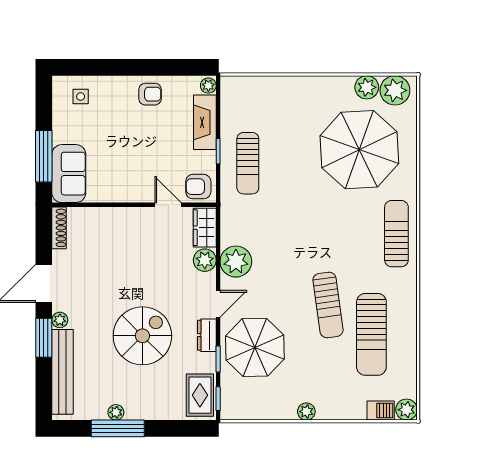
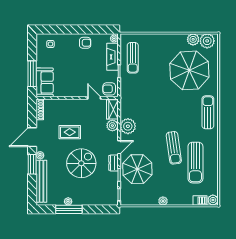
sun lounger: (248, 163) -> (133, 58), moved
rug: (200, 395) -> (70, 132), moved, turned 90

